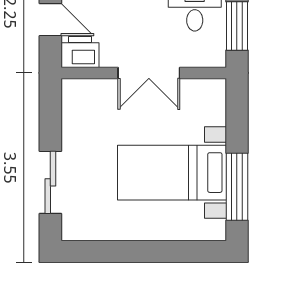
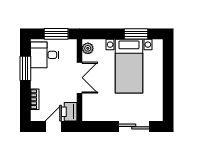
plant: (208, 90) -> (88, 48), added
window: (237, 187) -> (136, 34), width x0.69

